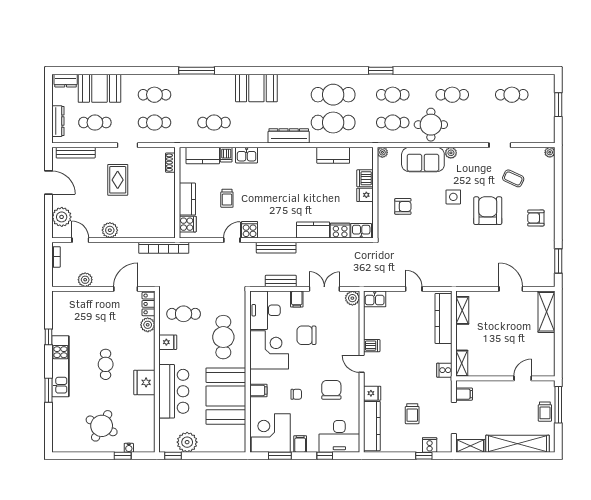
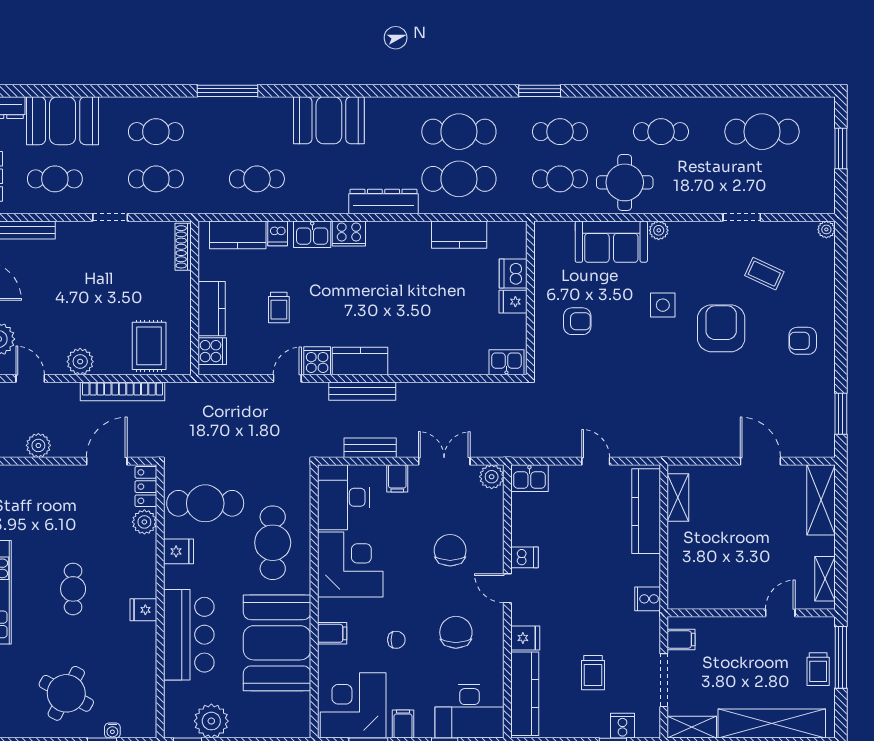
cafe table: (512, 95) -> (762, 132), width x1.37, depth x1.35
plant: (382, 152) -> (542, 230), removed
shoe rack: (170, 163) -> (183, 247), width x1.43
rug: (118, 180) -> (149, 346), moved
kitchen counter: (313, 230) -> (360, 361), moved
cooker: (340, 231) -> (349, 234), moved, turned 180
bookcase: (164, 248) -> (123, 391), moved
cafe table: (184, 314) -> (205, 503), width x1.37, depth x1.35
chair: (306, 335) -> (450, 550), moved, turned 90
shelving: (462, 363) -> (825, 579), moved
fridge: (144, 382) -> (143, 610), width x0.53, depth x0.75

